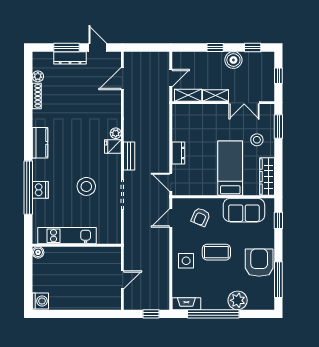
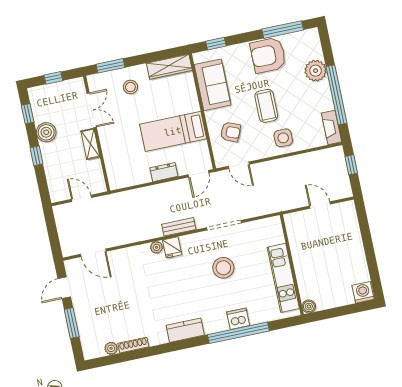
dresser: (70, 58) -> (82, 317), removed
shelving: (188, 95) -> (97, 175), removed
bed: (230, 168) -> (173, 131), moved

